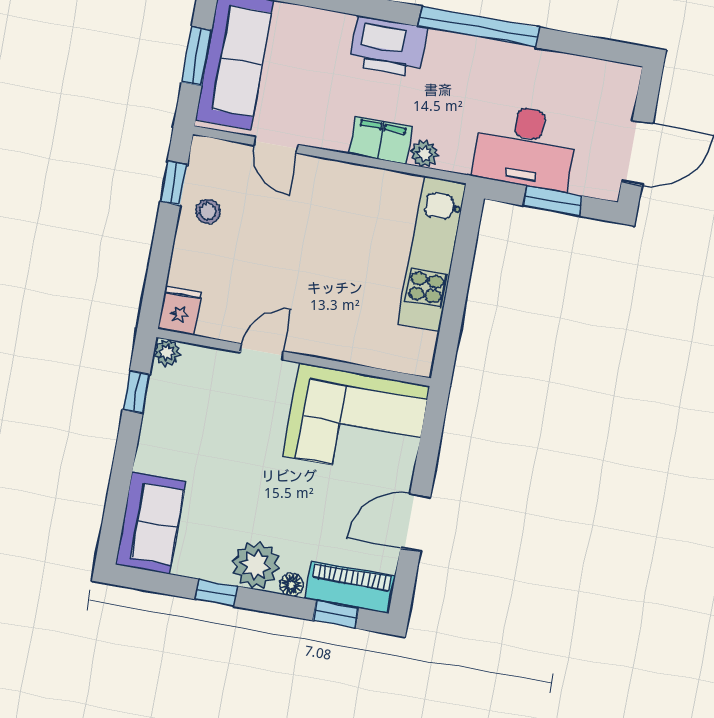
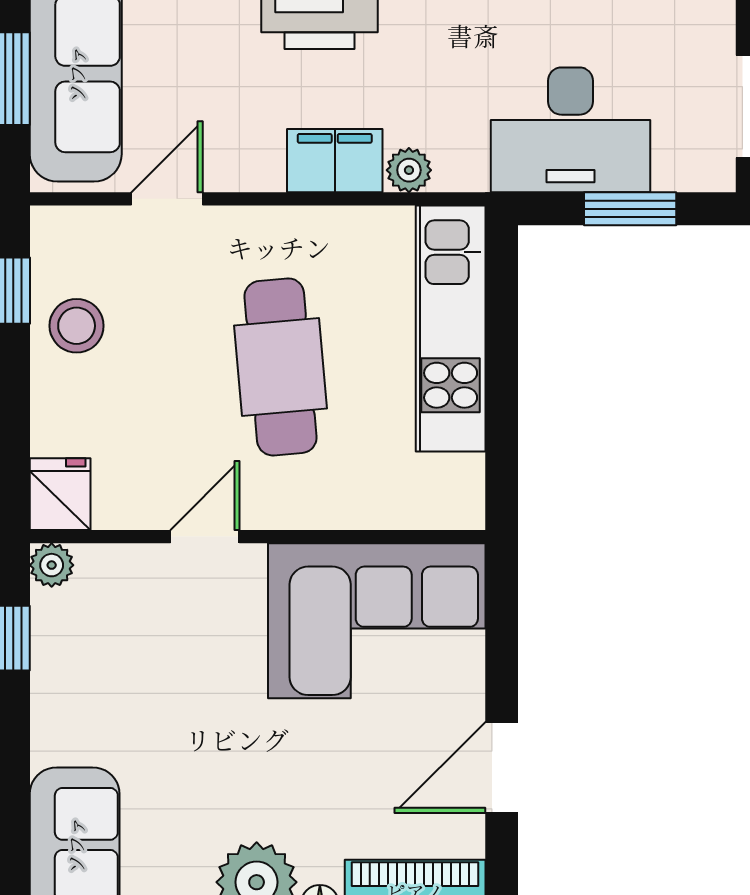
door: (276, 145) -> (167, 199), swing flipped
stool: (208, 211) -> (77, 326), width x1.37, depth x1.37
cafe table: (326, 258) -> (281, 367), added

